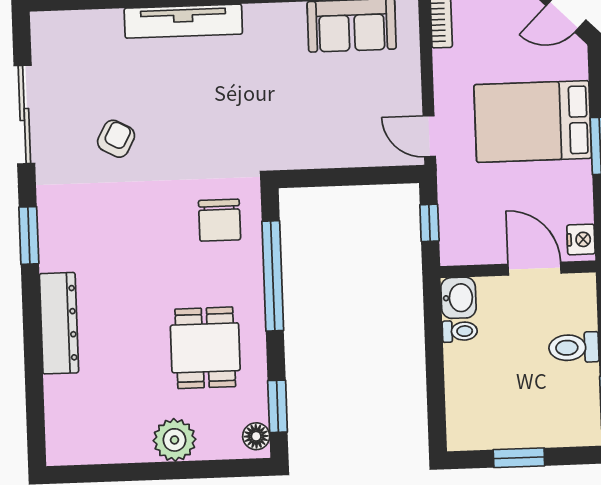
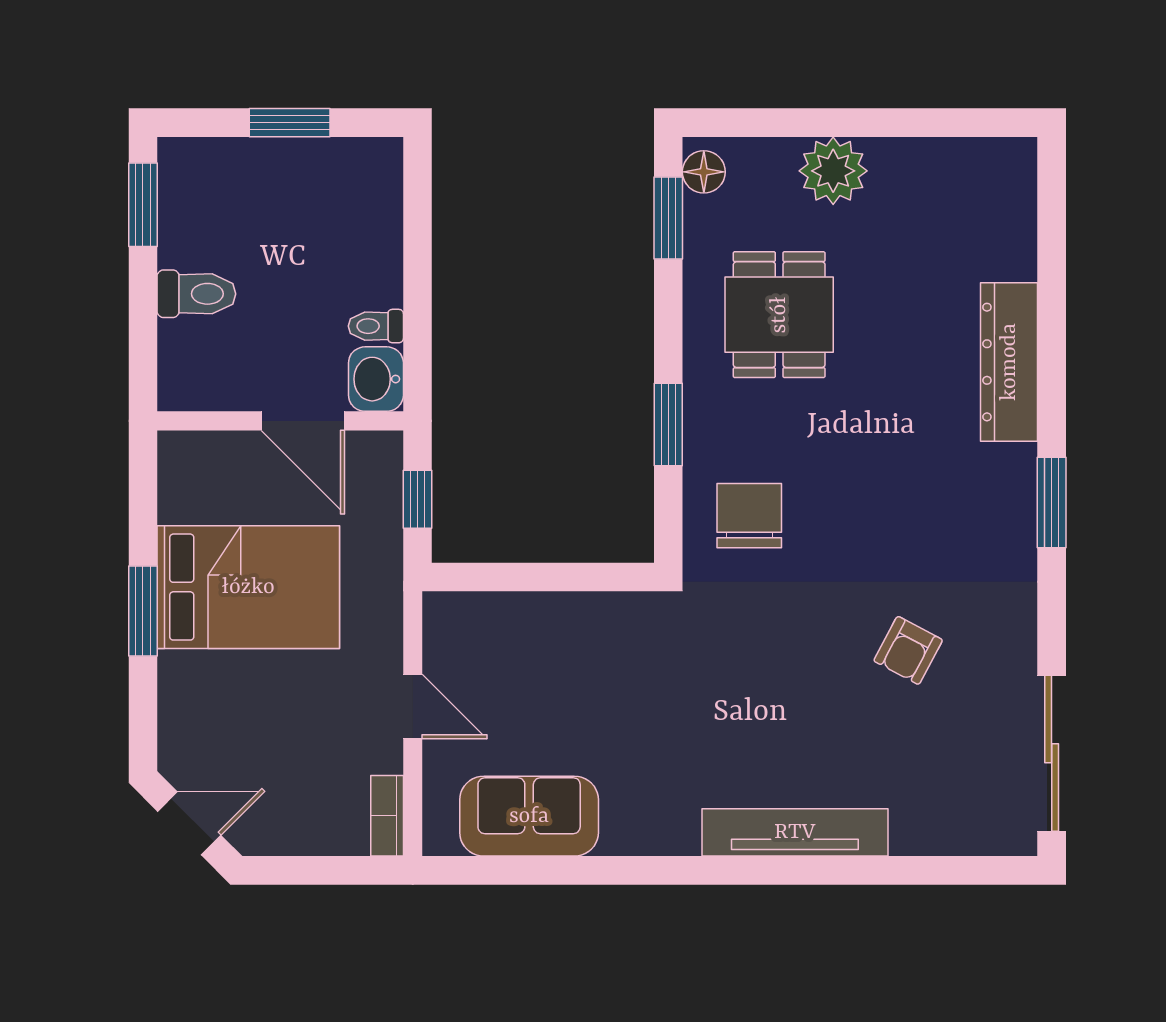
sliding door: (24, 115) -> (1052, 753), moved
bed: (533, 121) -> (248, 587), moved
door: (429, 136) -> (413, 706), moved
nightstand: (581, 239) -> (179, 464), removed
door: (534, 269) -> (303, 421), moved
window: (273, 276) -> (668, 424), width x0.47

